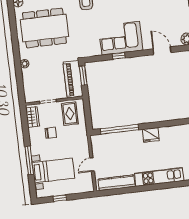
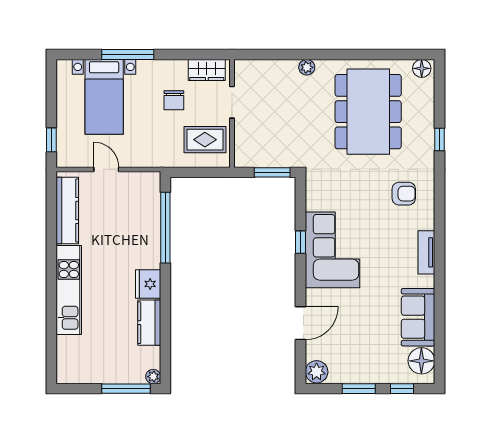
piano: (73, 79) -> (268, 153), removed
kitchen counter: (171, 132) -> (149, 323), added
window: (60, 198) -> (51, 140), moved

